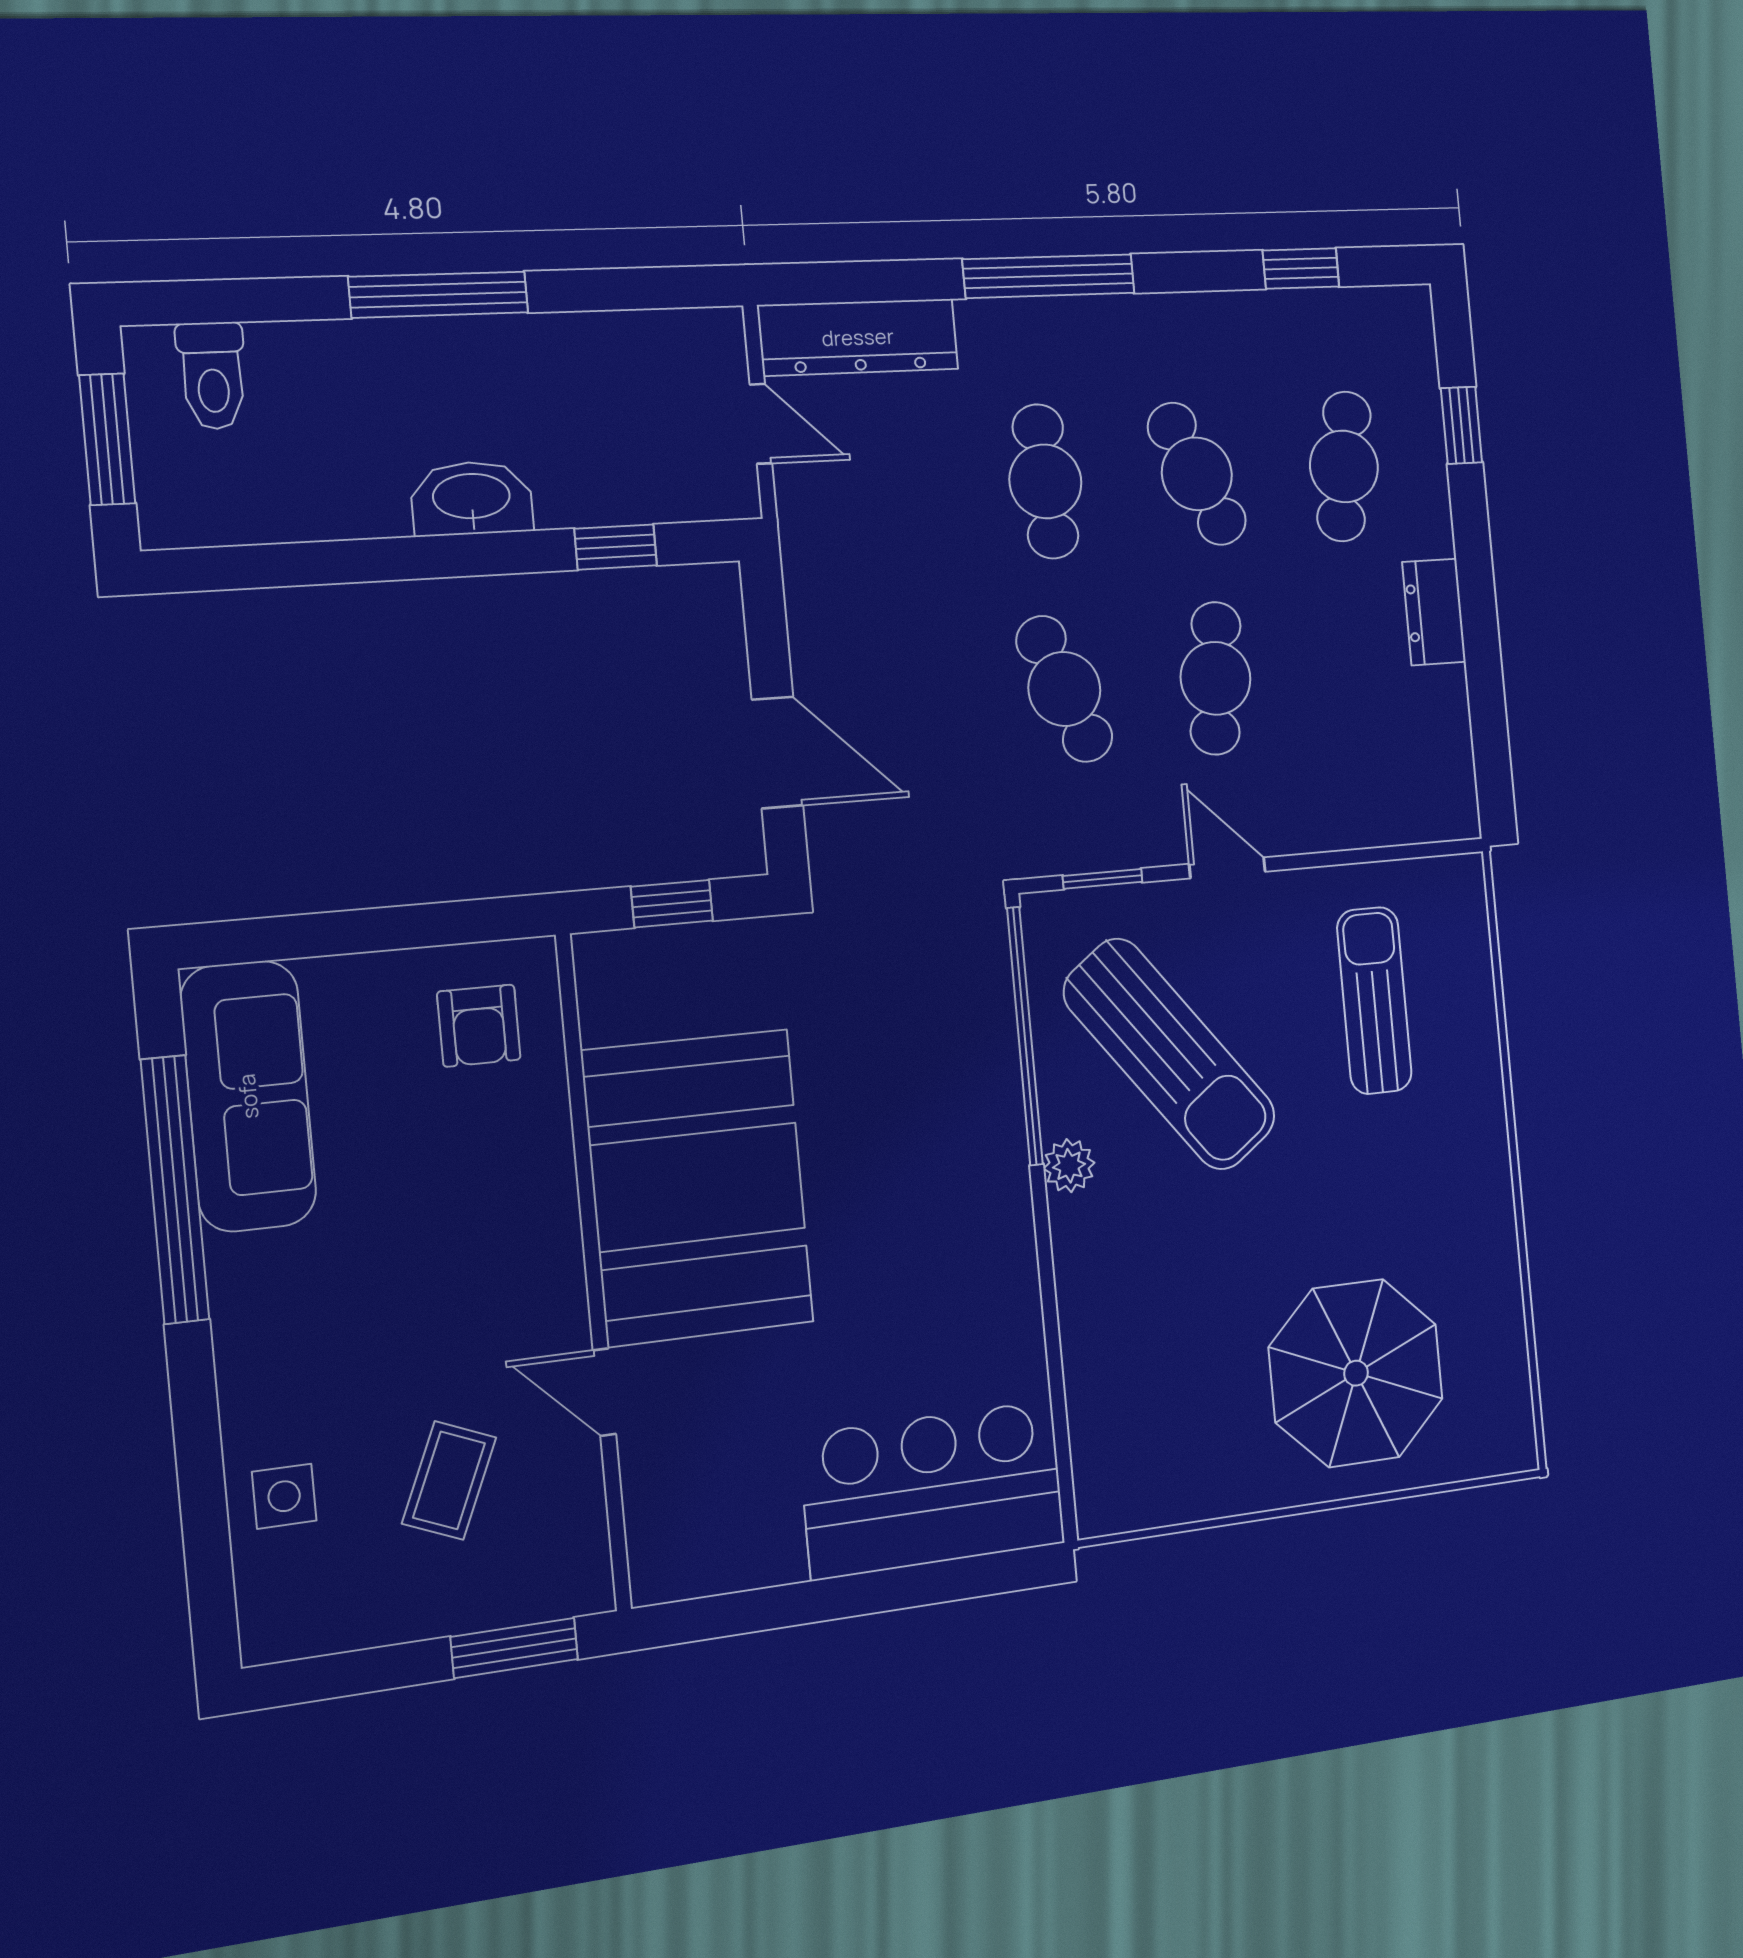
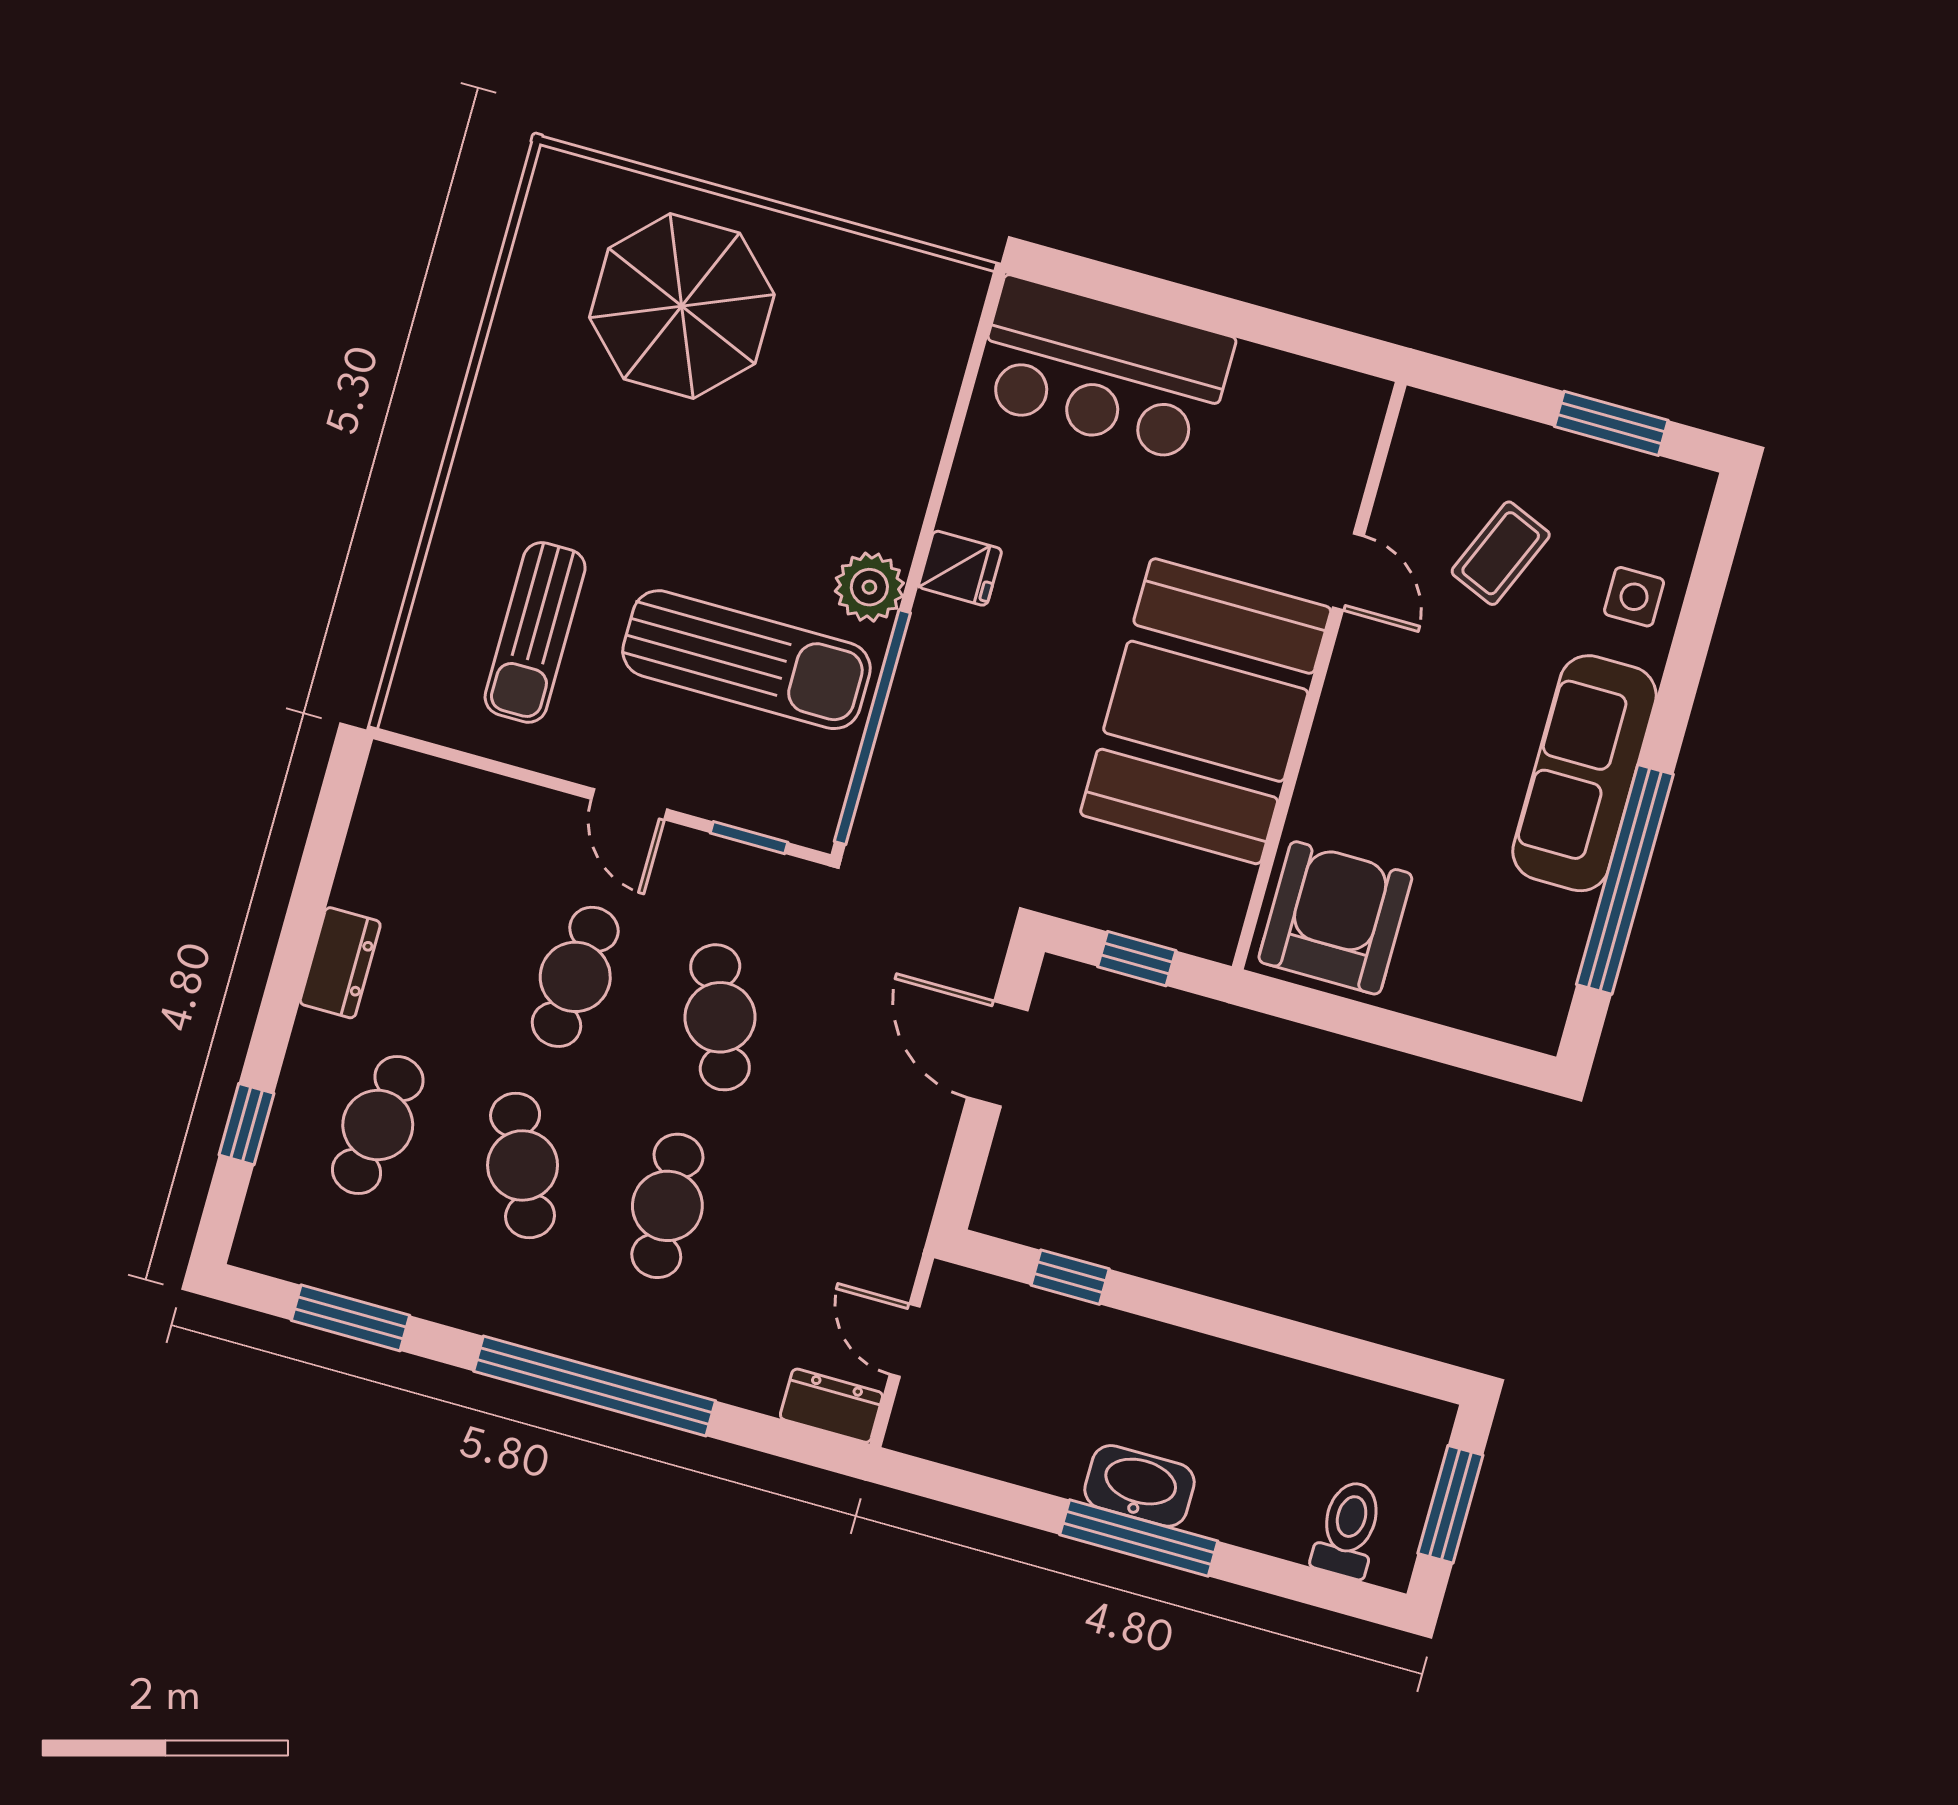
window: (1301, 268) -> (350, 1318), width x1.50
window: (1049, 276) -> (595, 1386), width x1.46
dresser: (858, 337) -> (831, 1406), width x0.51, depth x0.80
washbasin: (472, 498) -> (1139, 1486), moved, turned 180
armchair: (479, 1026) -> (1335, 918), width x1.88, depth x1.88
sun lounger: (1170, 1054) -> (746, 660), turned 127
sofa: (248, 1096) -> (1584, 773), moved
plant: (1069, 1166) -> (869, 587), width x1.38, depth x1.38
fridge: (999, 1230) -> (960, 568), added
window: (514, 1648) -> (1611, 423), moved

